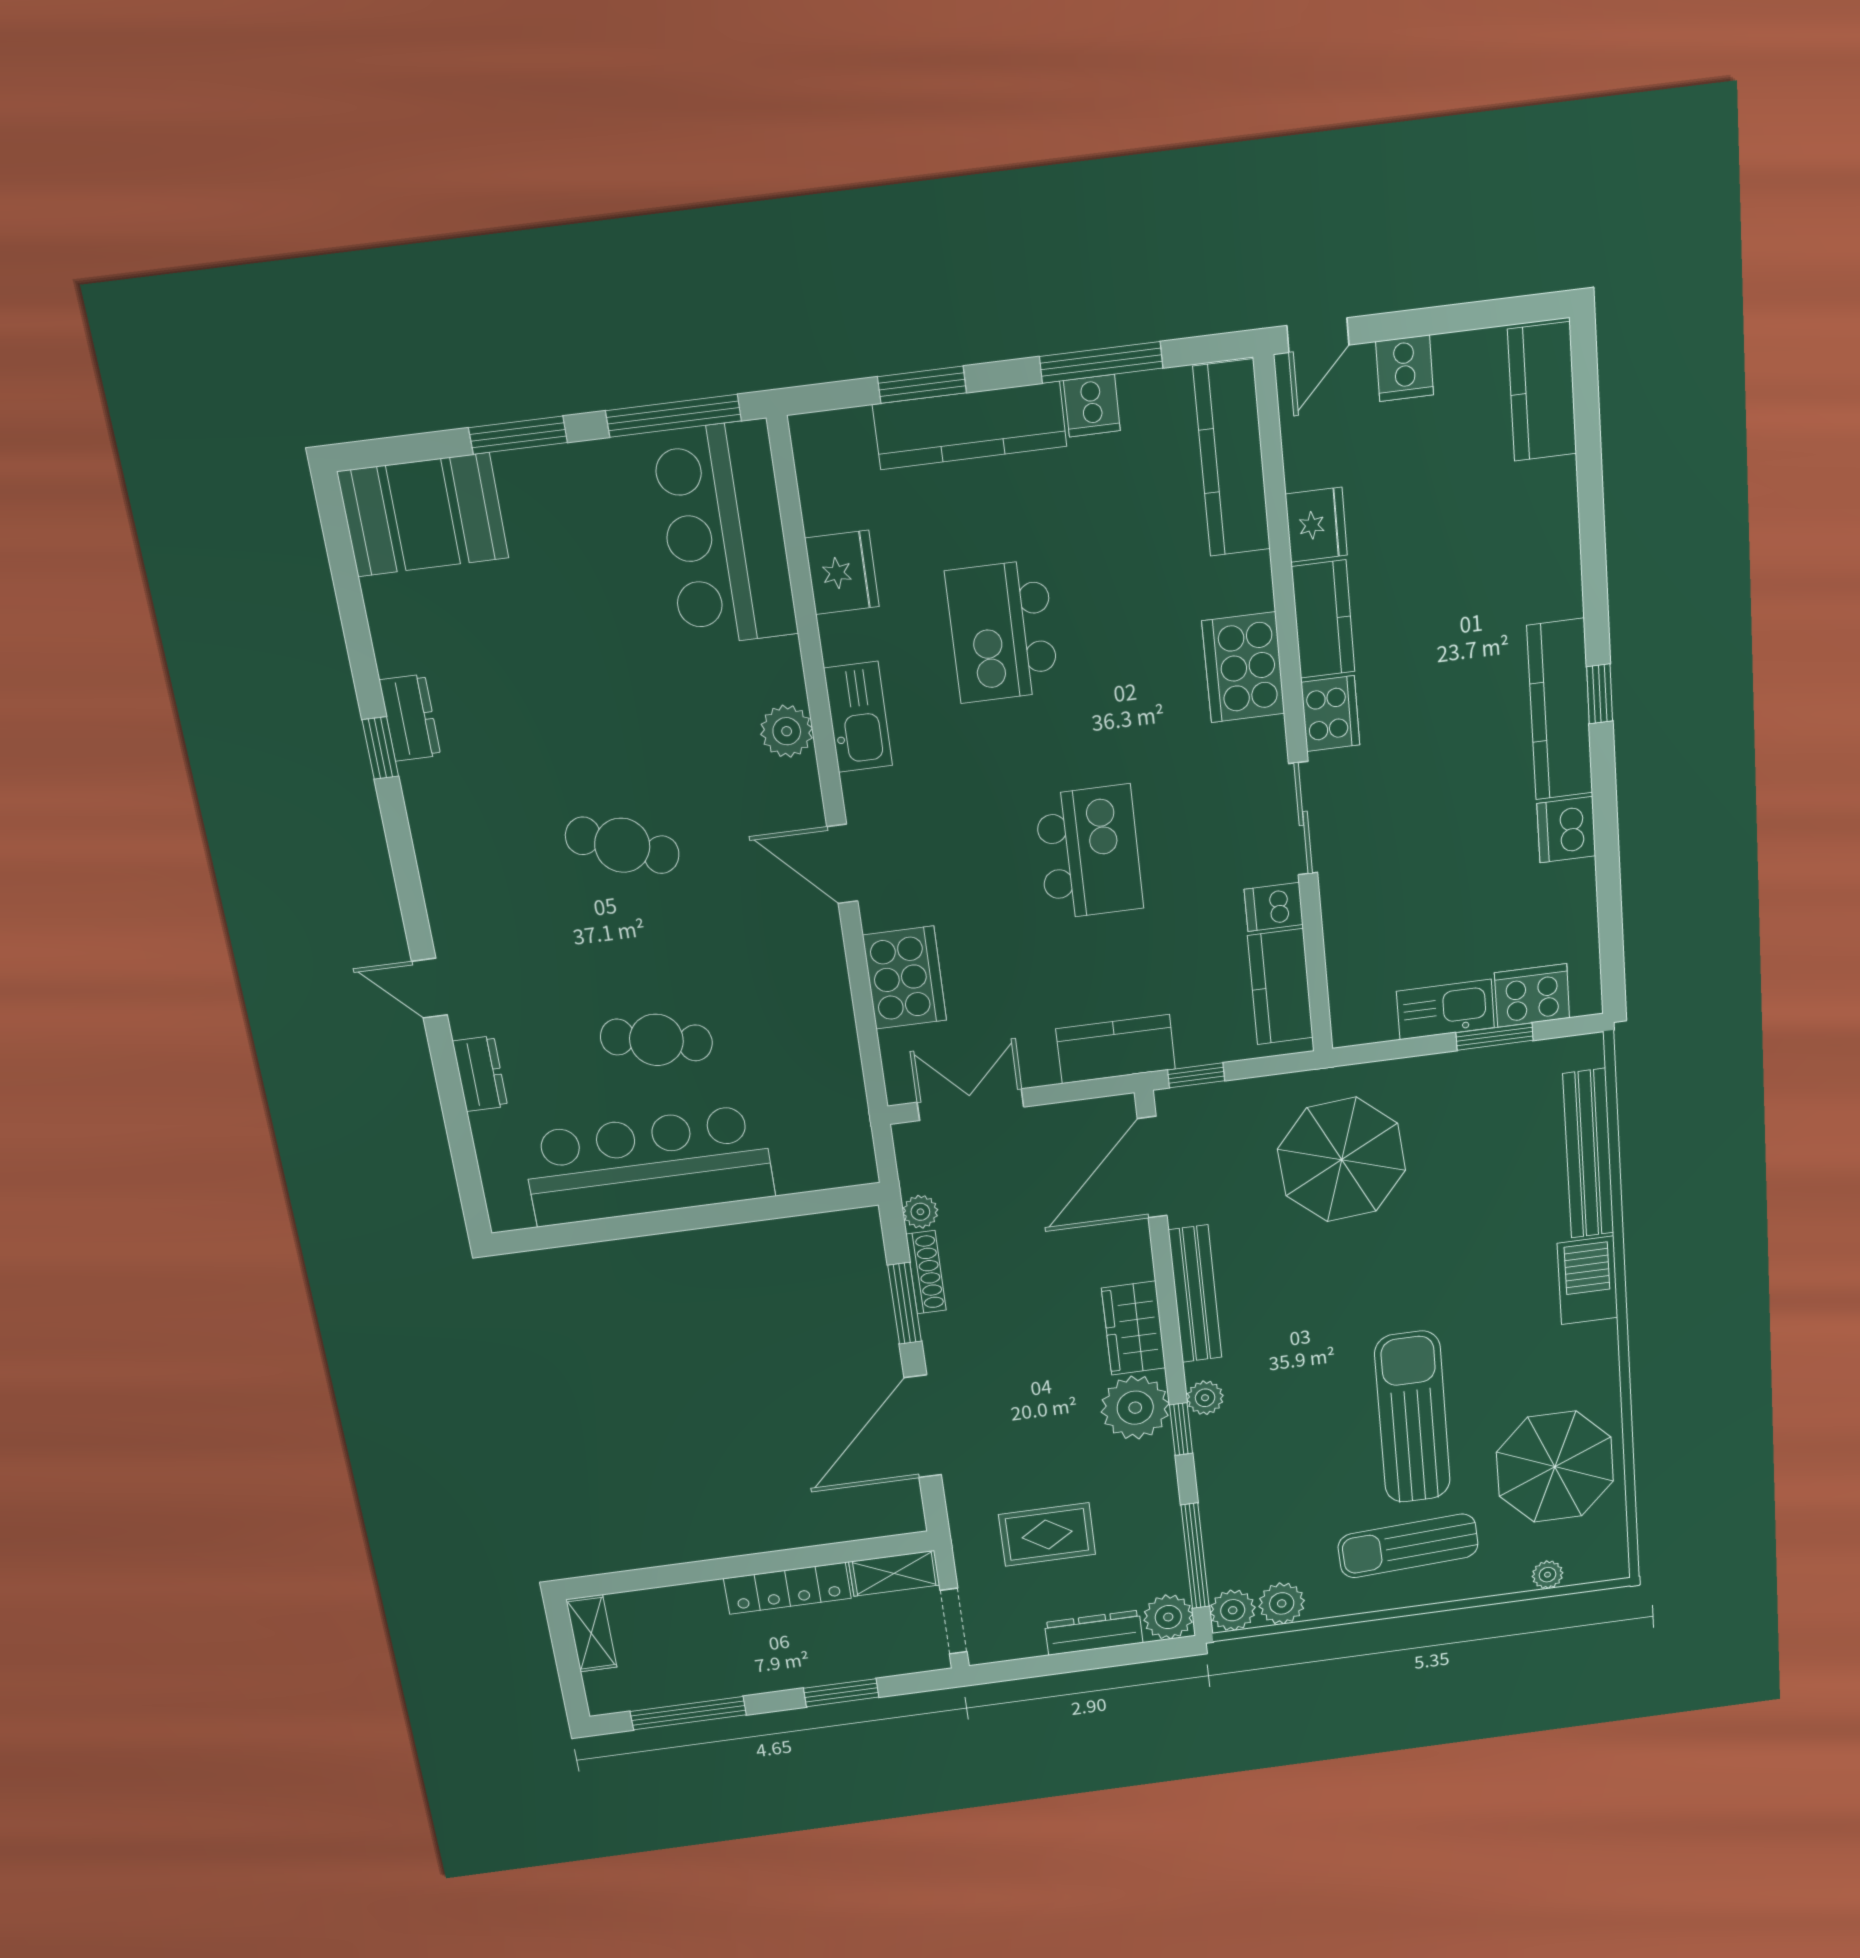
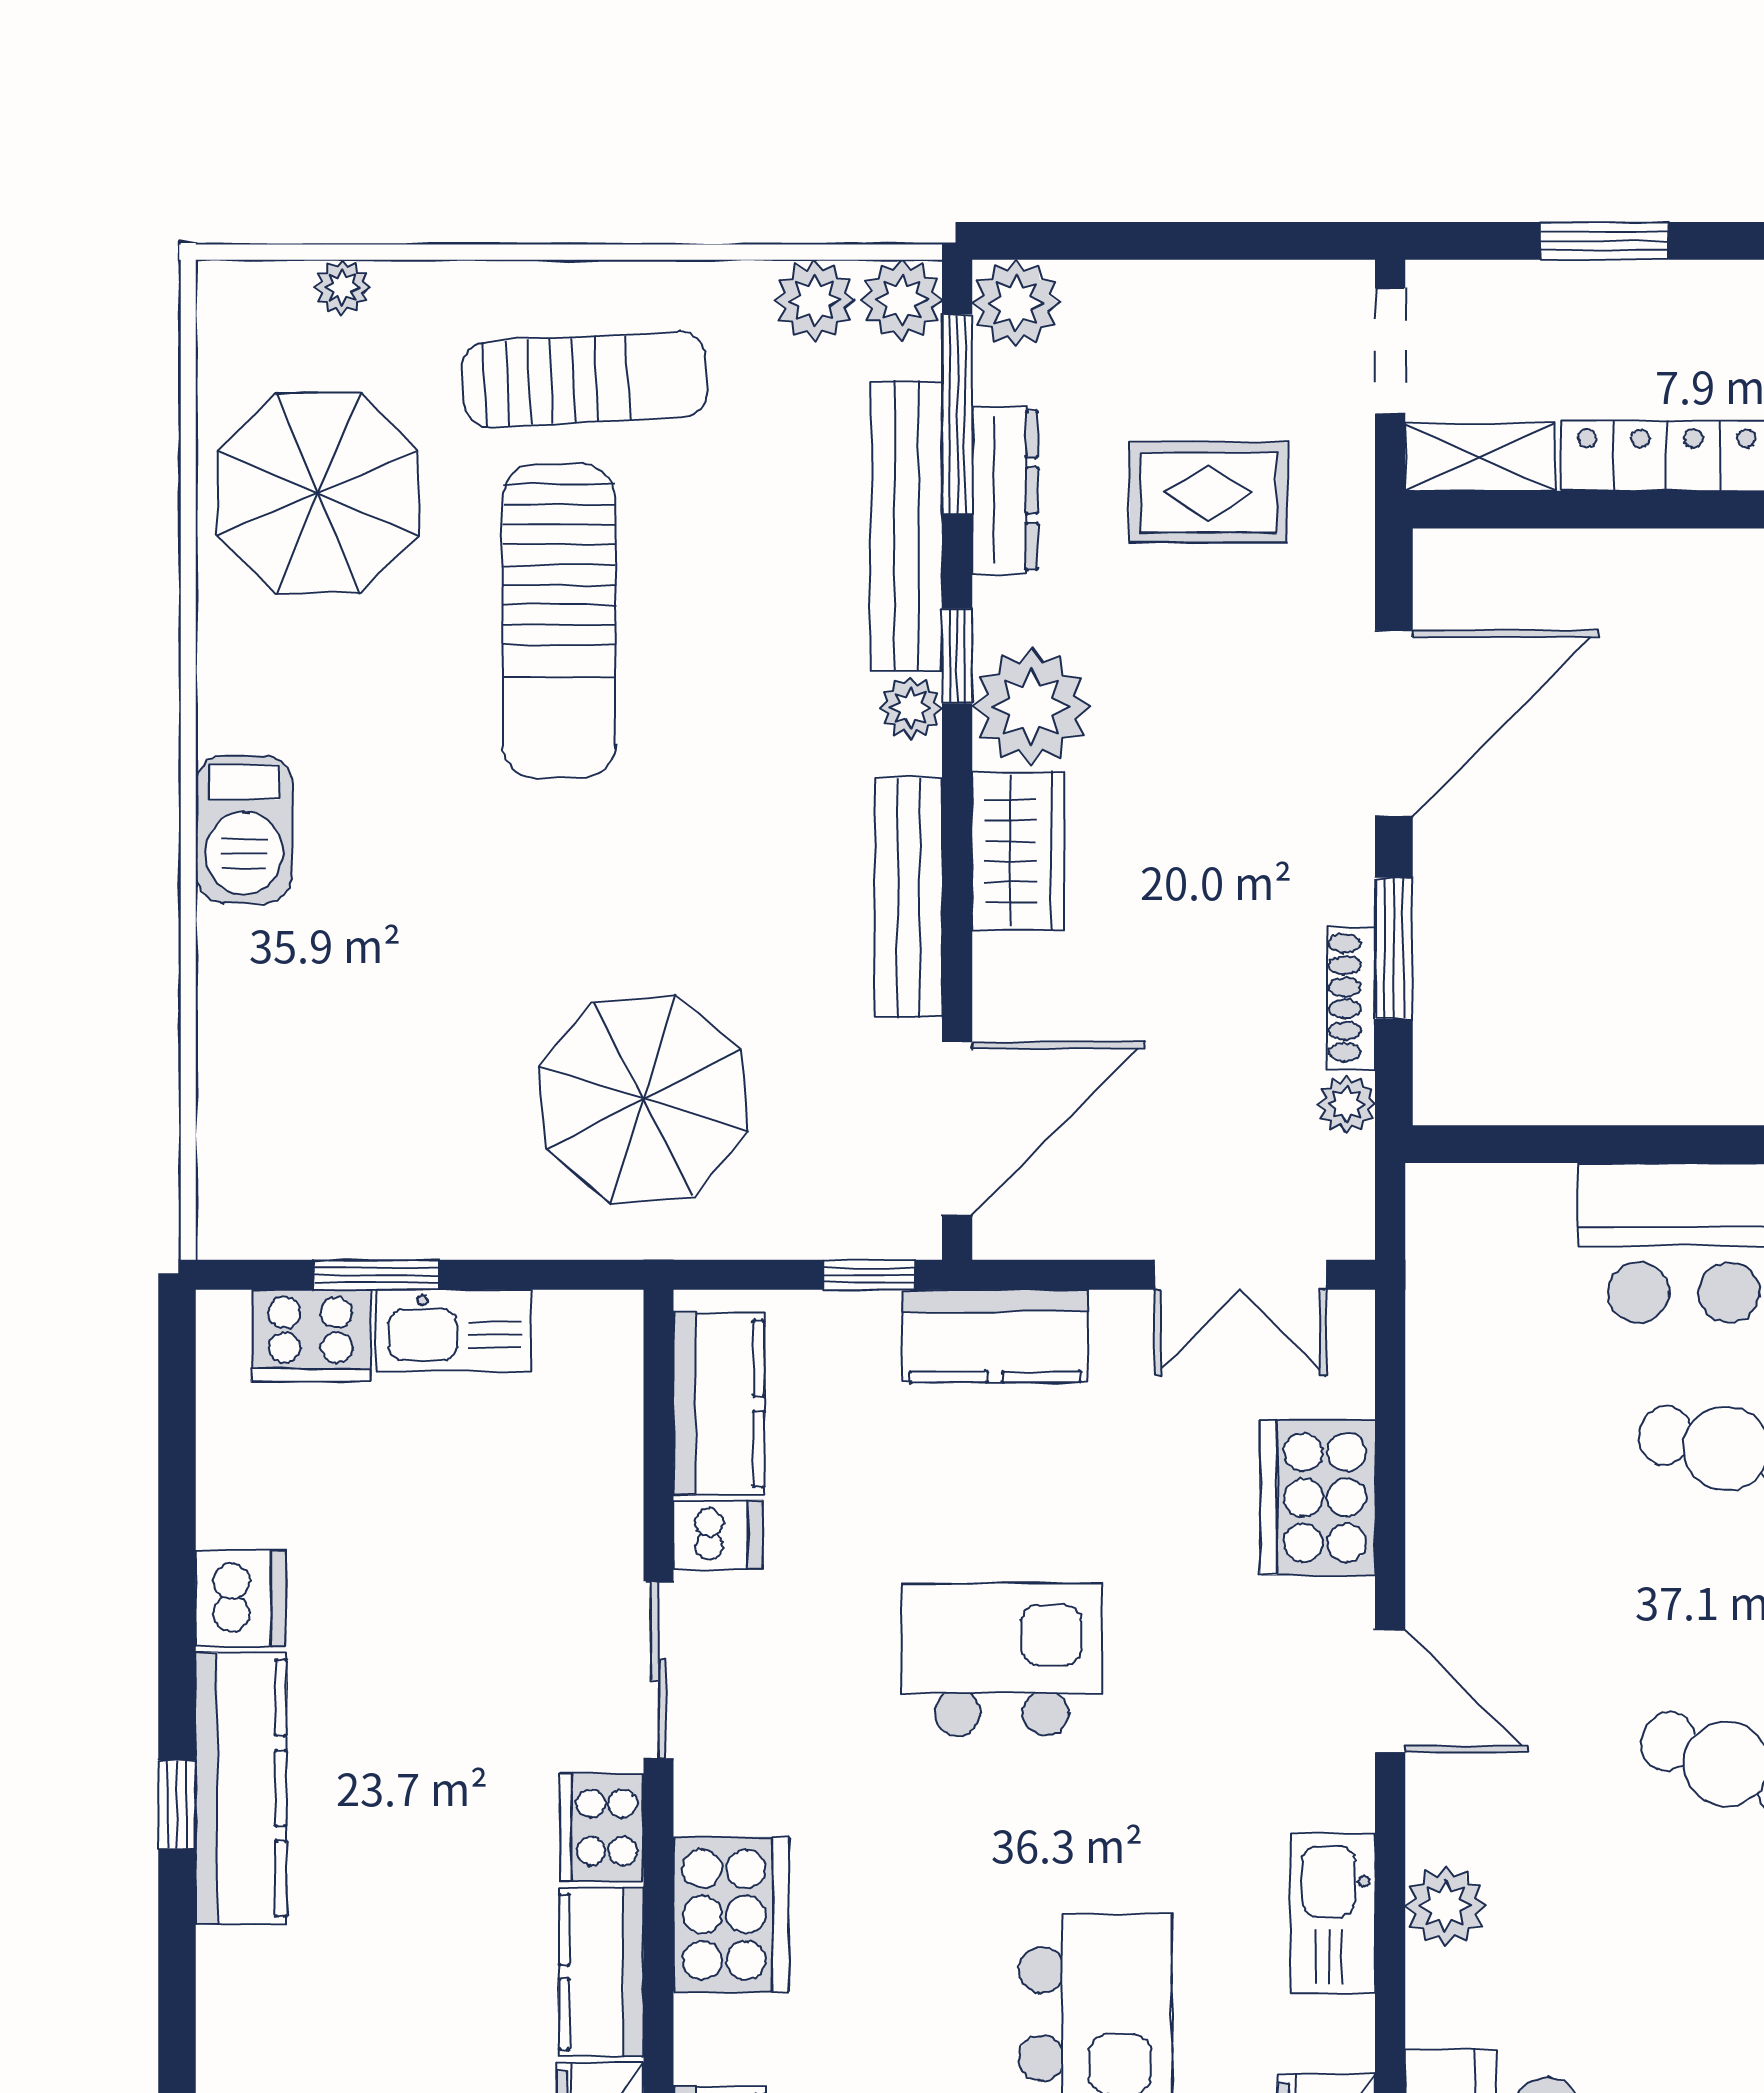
kitchen island: (1089, 852) -> (1002, 1659), turned 90
bench: (1588, 1154) -> (906, 526), moved
dresser: (1094, 1633) -> (1005, 490), moved, turned -90

